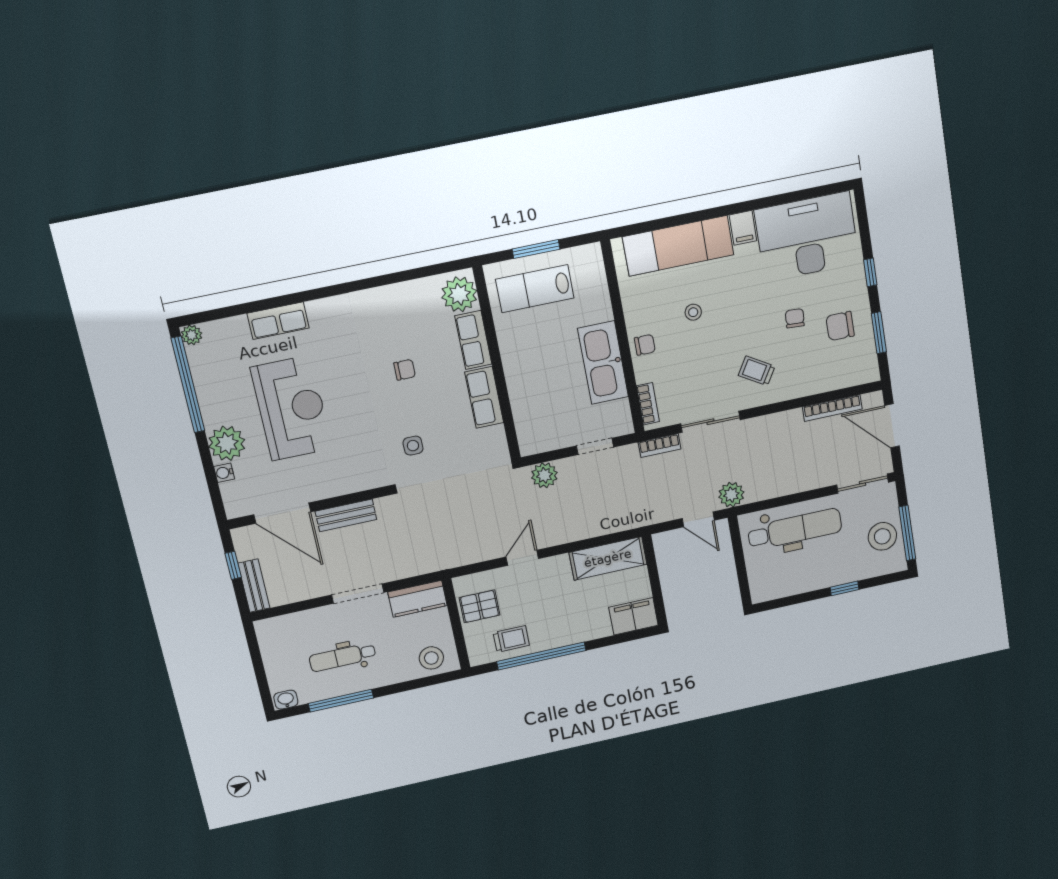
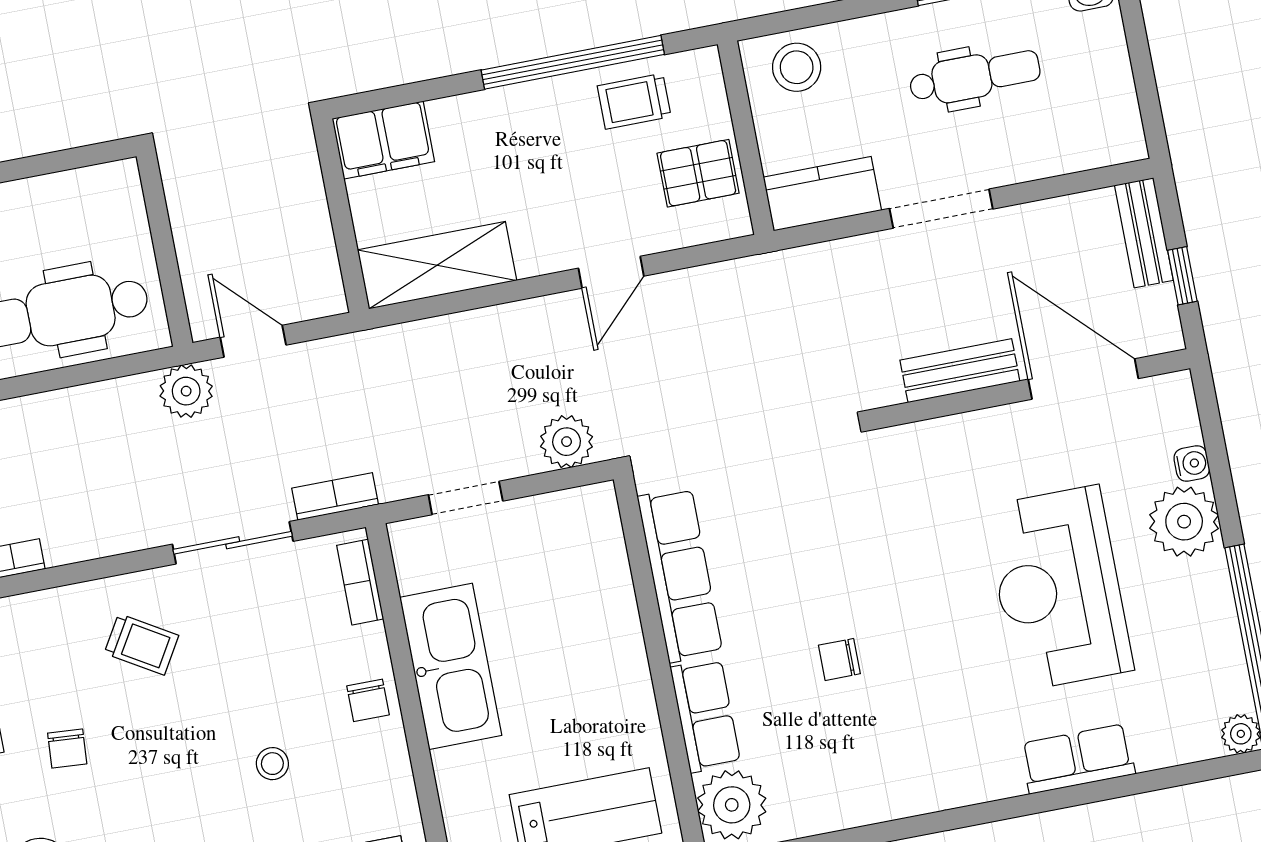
chair: (645, 345) -> (368, 700), turned -90
row of seats: (484, 397) -> (680, 575), width x1.48
side table: (413, 446) -> (826, 508), removed

